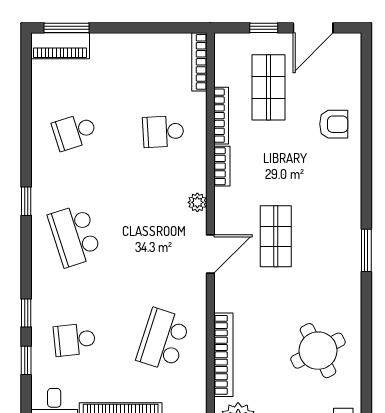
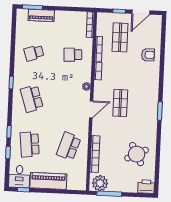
piano: (60, 46) -> (41, 15), moved
school desk: (74, 340) -> (30, 144), width x1.85

